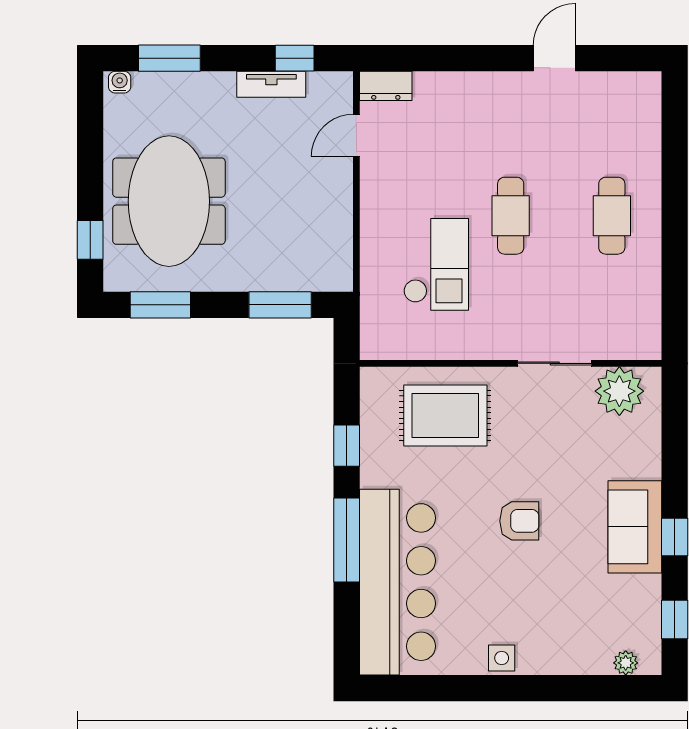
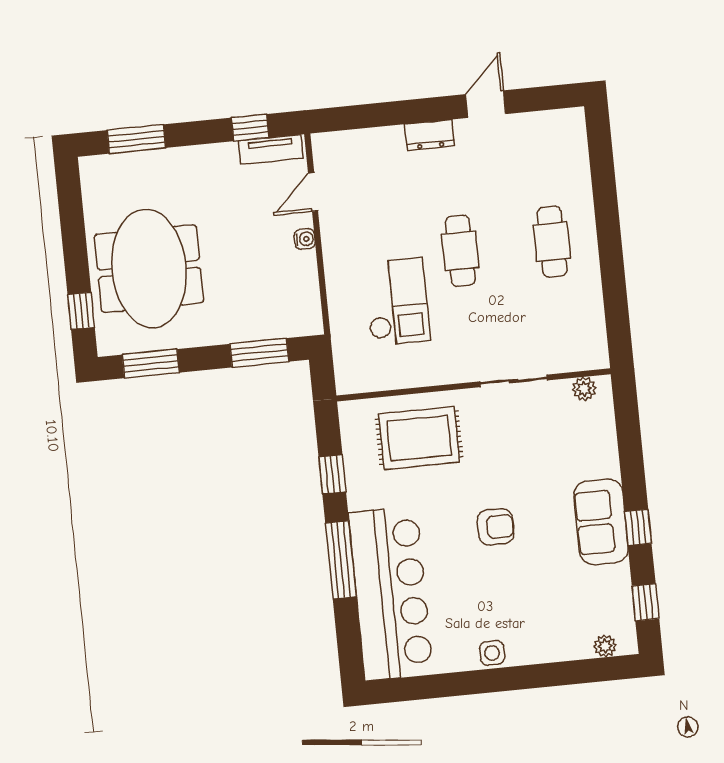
water cooler: (120, 82) -> (305, 239), moved, turned 90
tv unit: (271, 84) -> (271, 149), moved
dresser: (386, 86) -> (430, 135), moved
plant: (619, 391) -> (584, 389), width x0.53, depth x0.53

